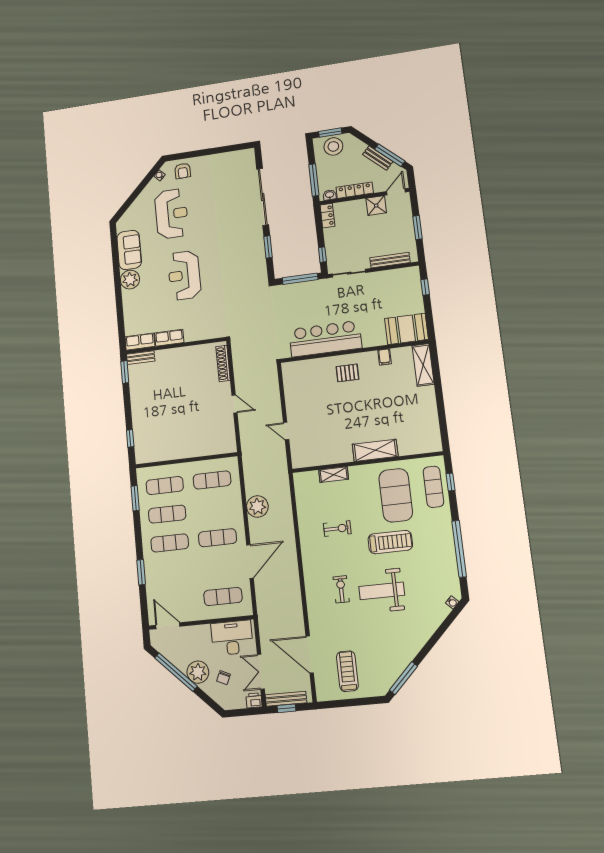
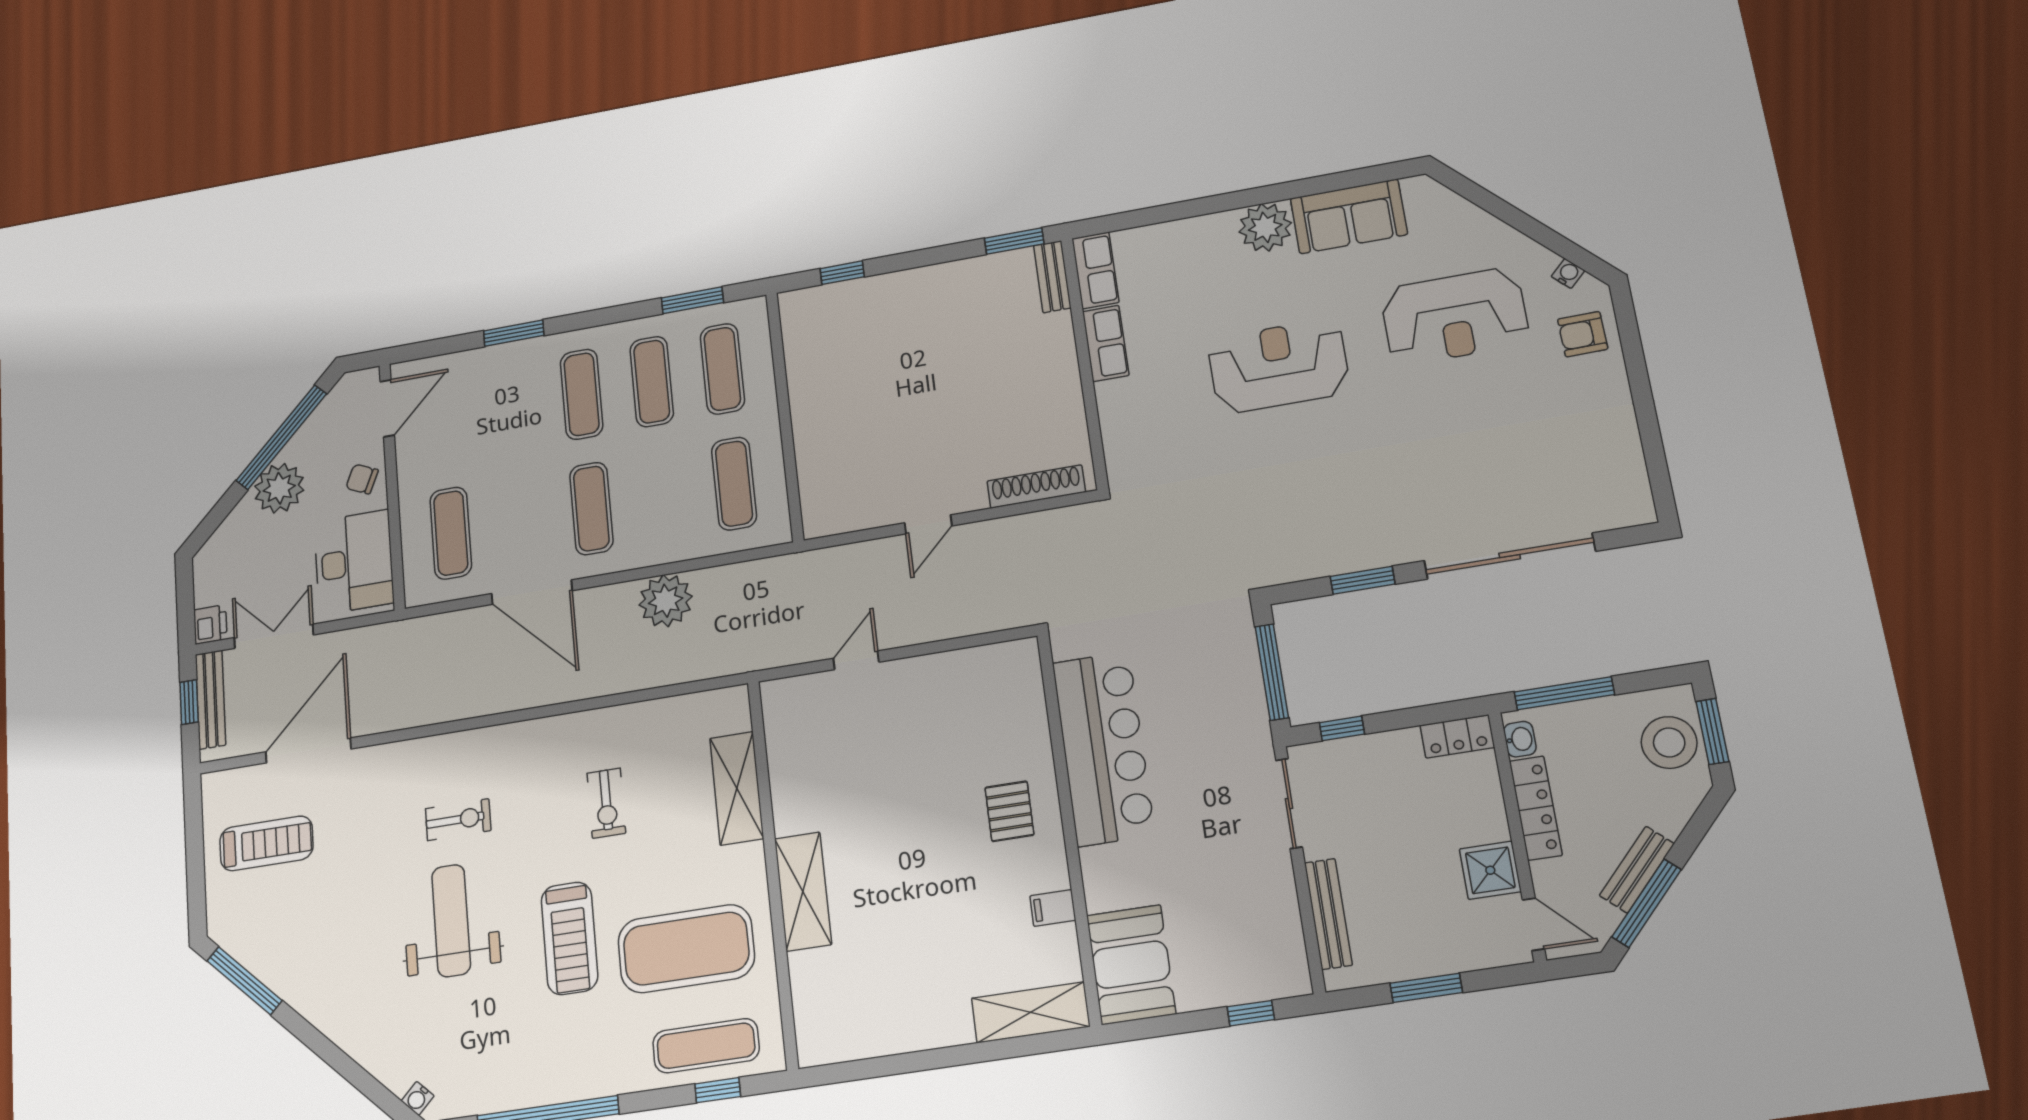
shelving: (334, 475) -> (737, 788), width x1.50, depth x1.33
chair: (224, 678) -> (362, 479), moved

